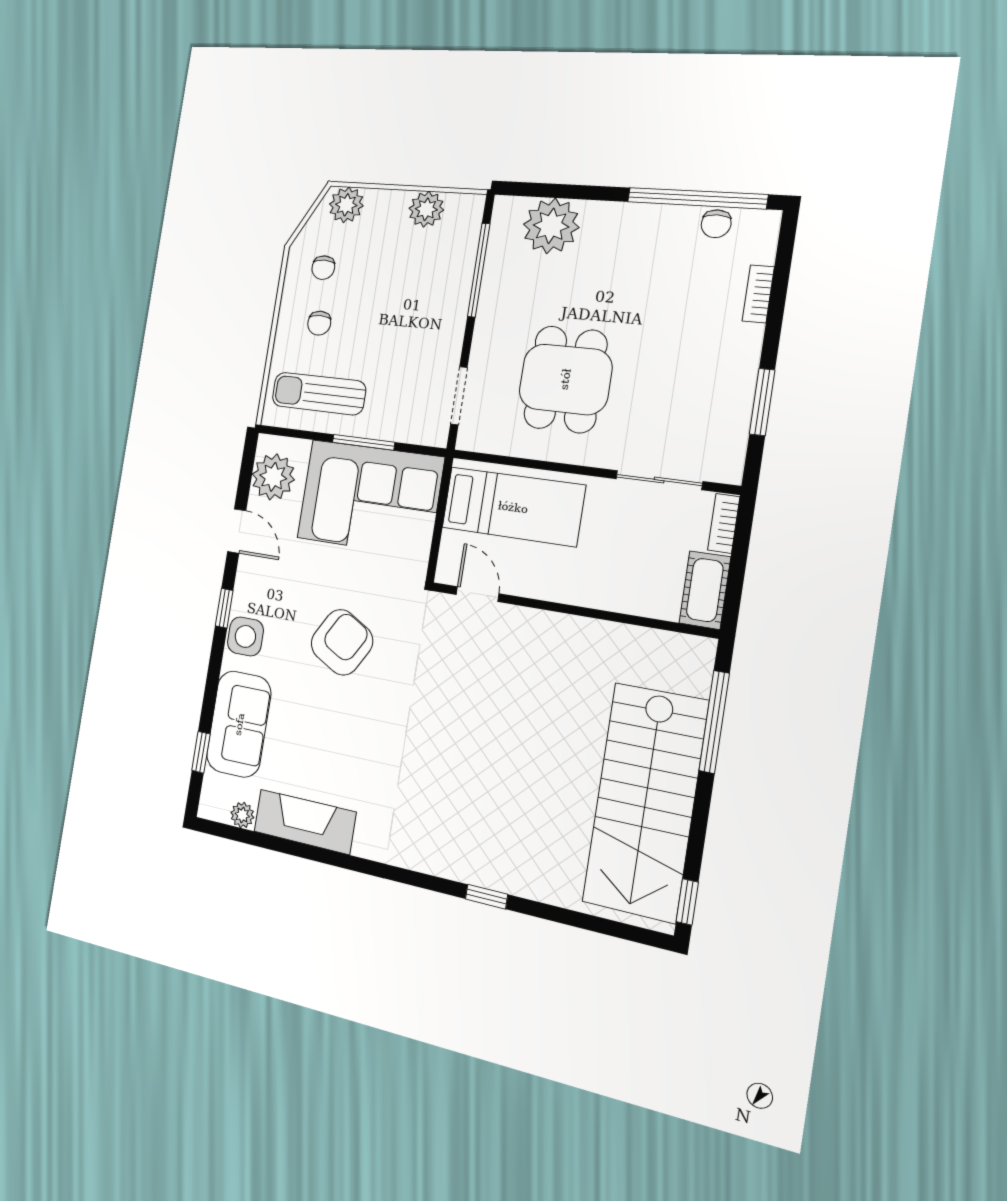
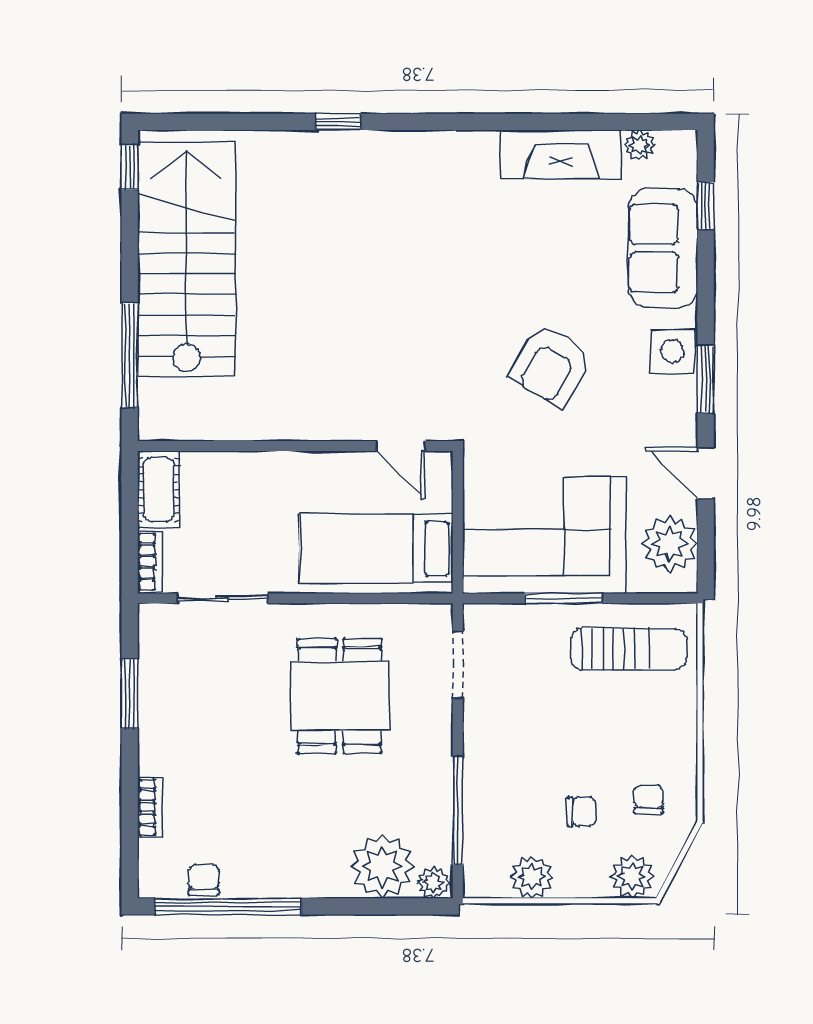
plant: (509, 209) -> (433, 883), added
chair: (319, 323) -> (581, 812), moved, turned 90
window: (224, 608) -> (706, 380), width x1.50

